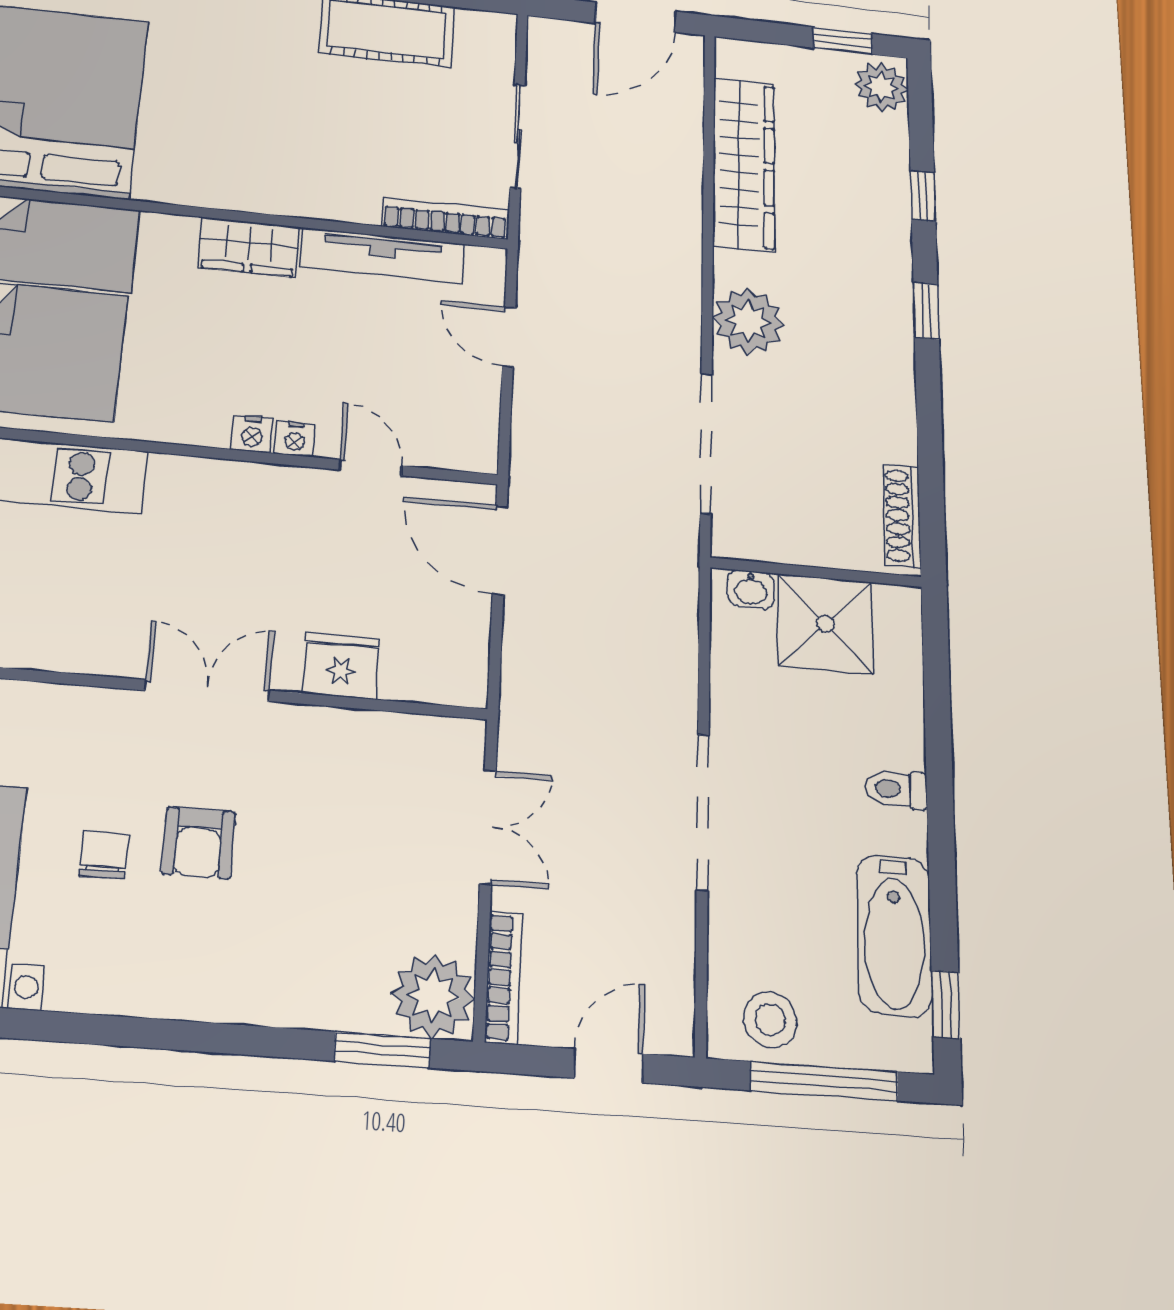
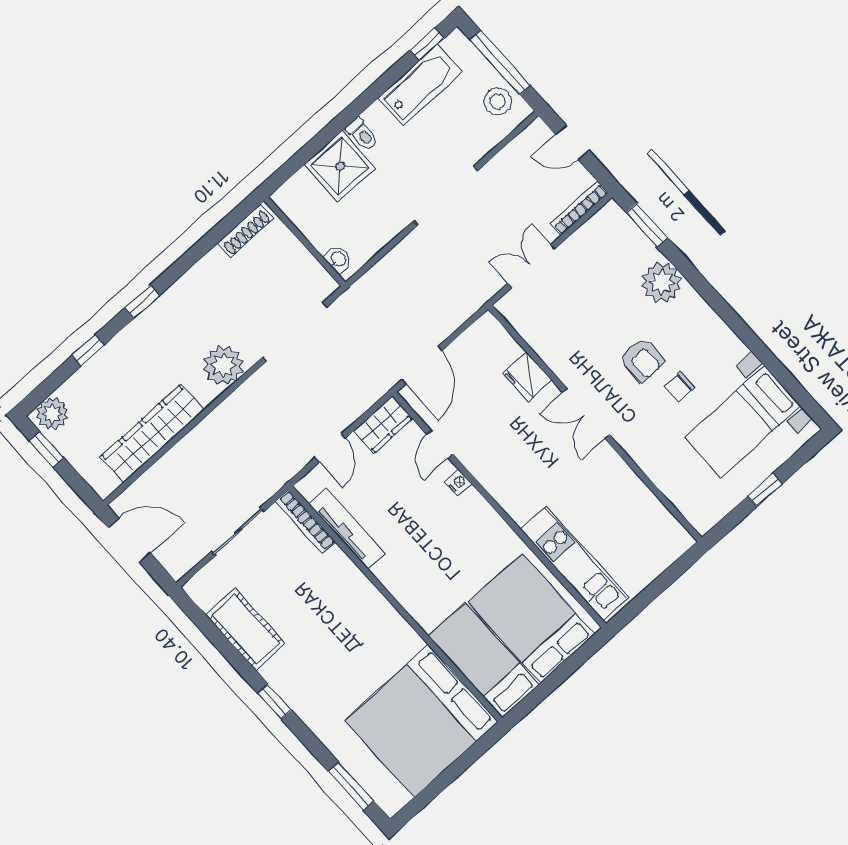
wardrobe: (249, 247) -> (383, 425), moved, turned 90
nightstand: (252, 434) -> (473, 500), removed
shower: (825, 624) -> (340, 166), moved
armchair: (198, 843) -> (642, 360), turned 90
plant: (433, 996) -> (662, 282), moved

